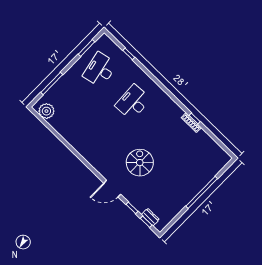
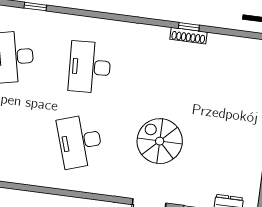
desk: (102, 134) -> (80, 141), added

